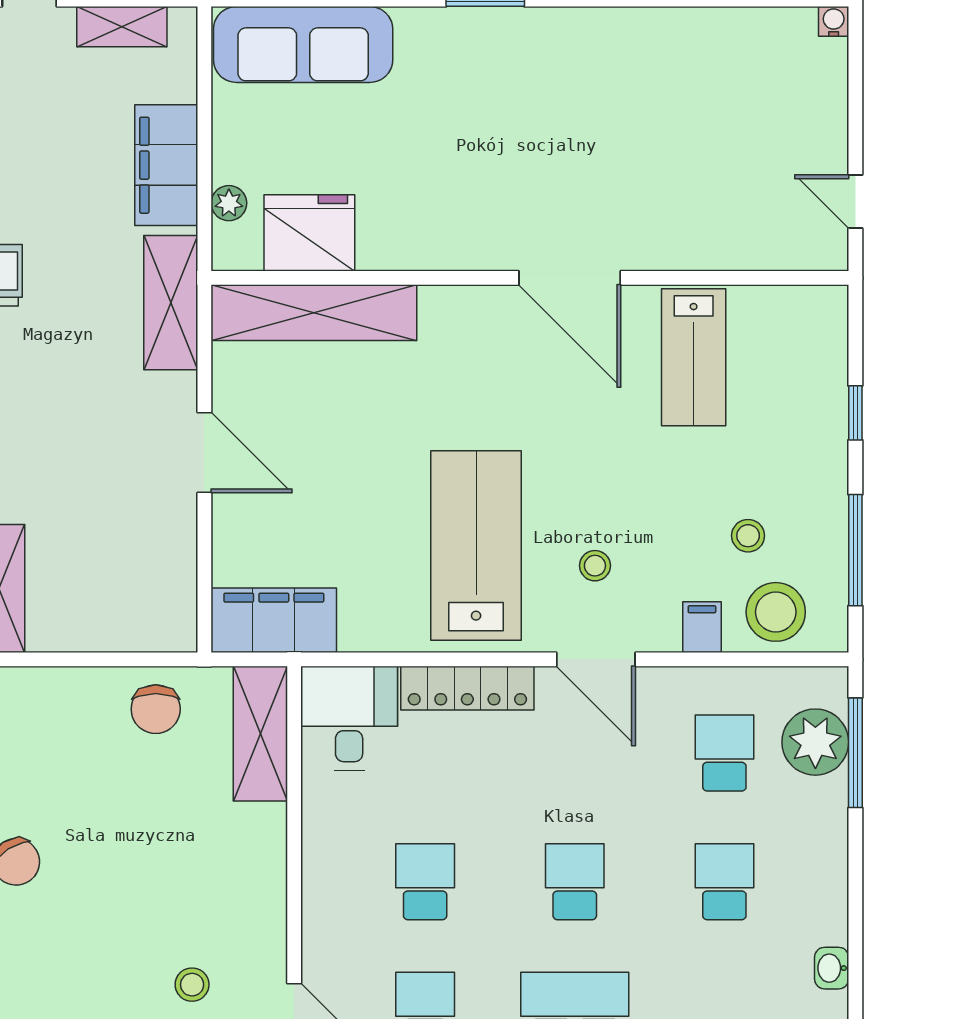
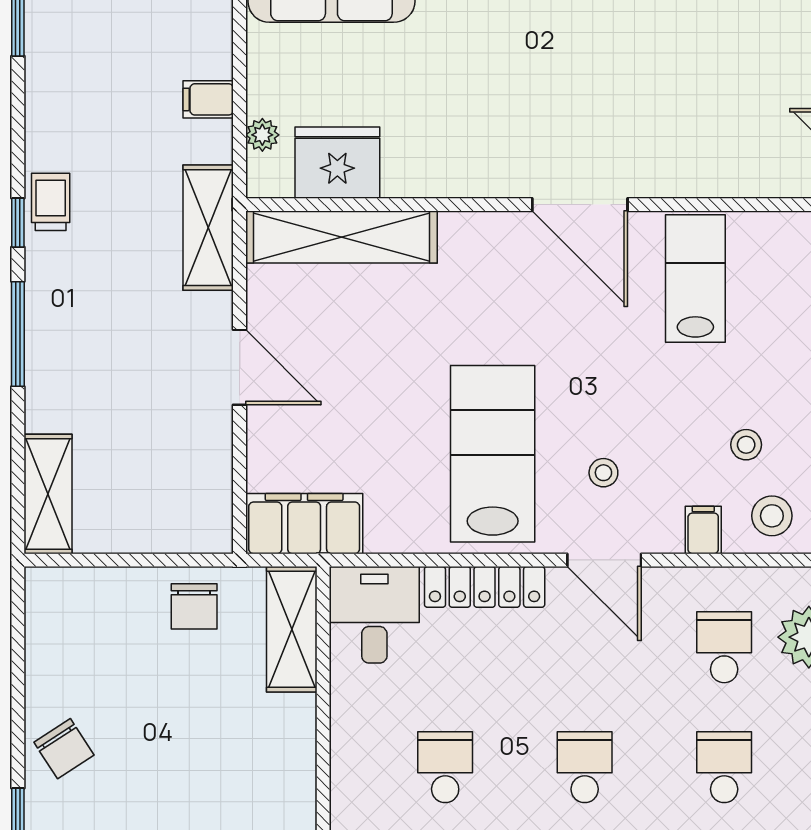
filing cabinet: (166, 165) -> (208, 99), width x0.33, depth x0.86
lab bench: (694, 357) -> (695, 278), turned 180
stool: (776, 612) -> (772, 516), width x0.73, depth x0.73

